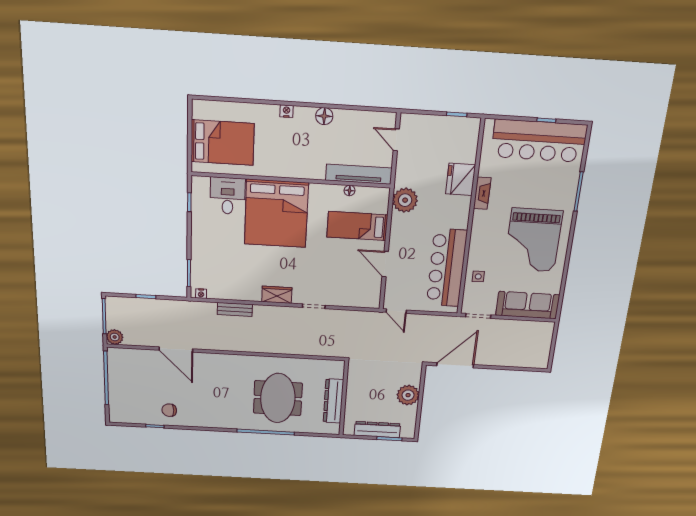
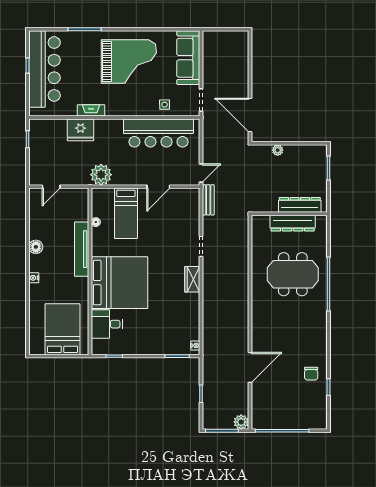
tv unit: (359, 174) -> (82, 249), moved
bench: (235, 309) -> (208, 200), moved
plant: (408, 395) -> (278, 150), width x0.53, depth x0.53
dresser: (377, 430) -> (300, 205), moved, turned 90

